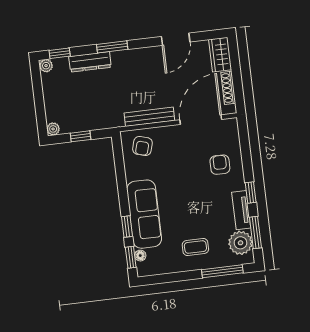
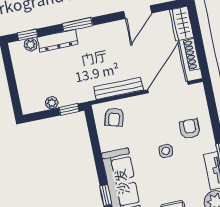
plant: (46, 66) -> (31, 45), moved
plant: (53, 129) -> (52, 103), moved
window: (81, 136) -> (69, 110), moved
side table: (193, 186) -> (166, 151), added

